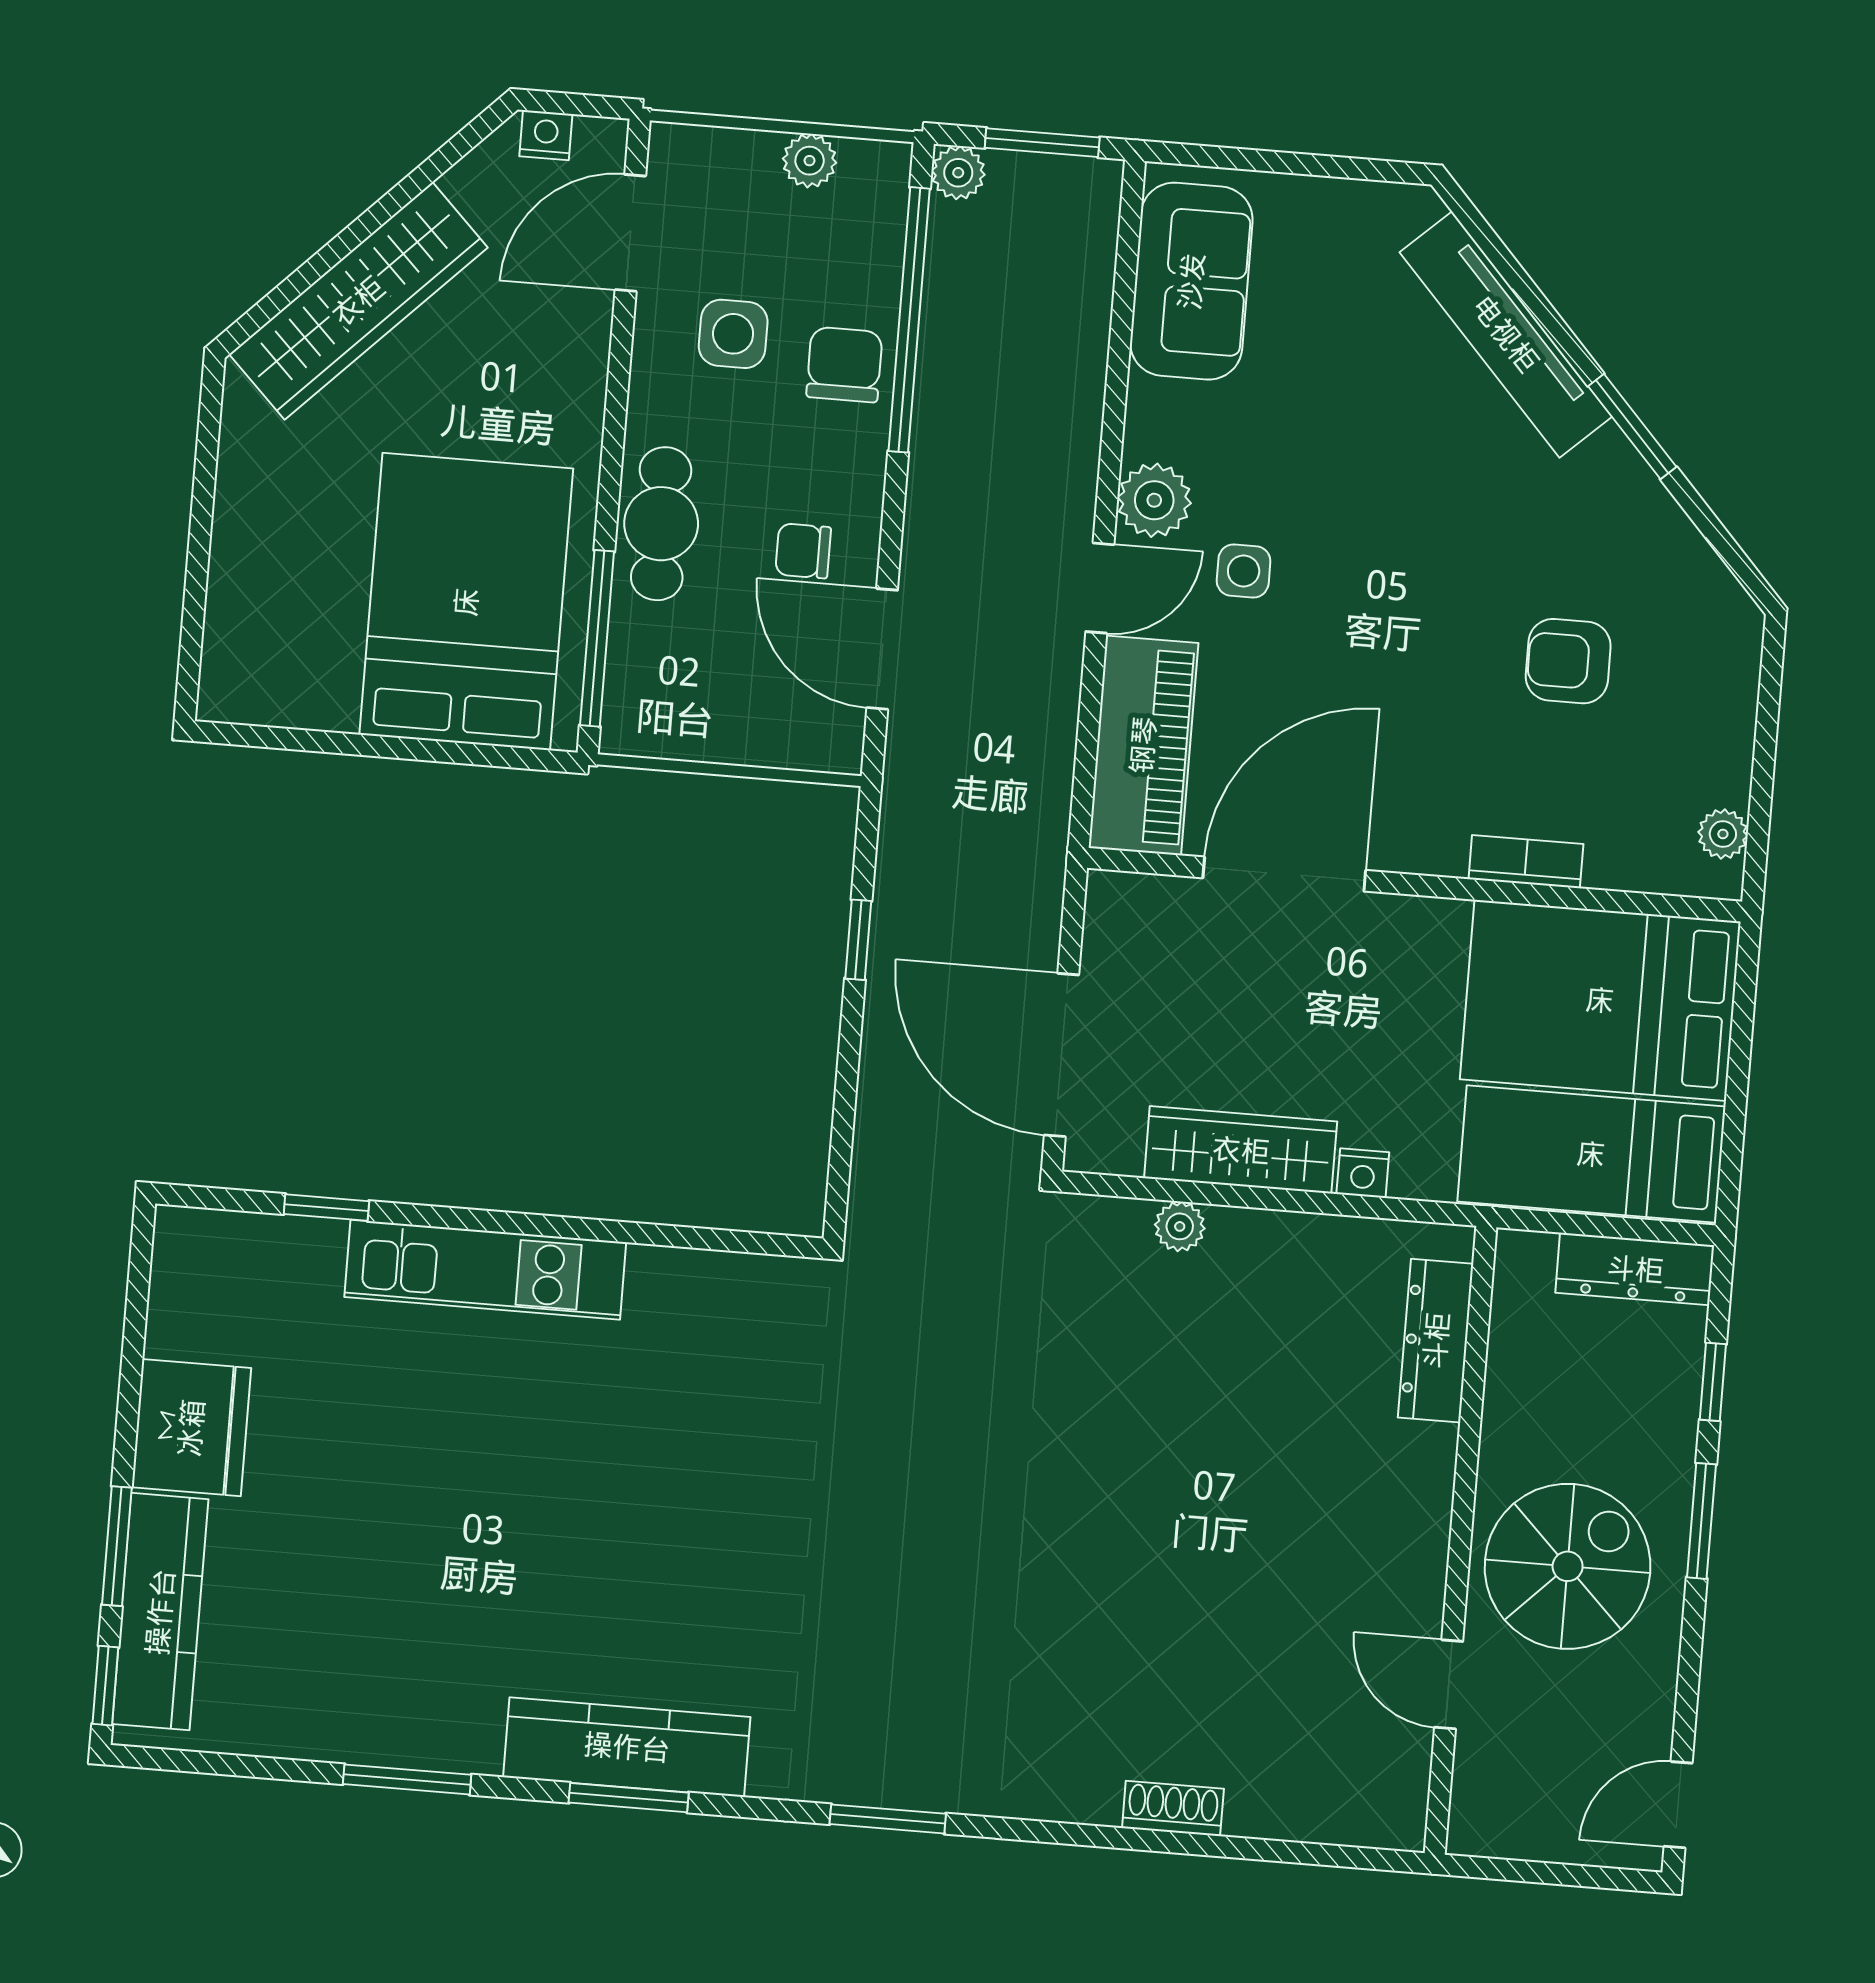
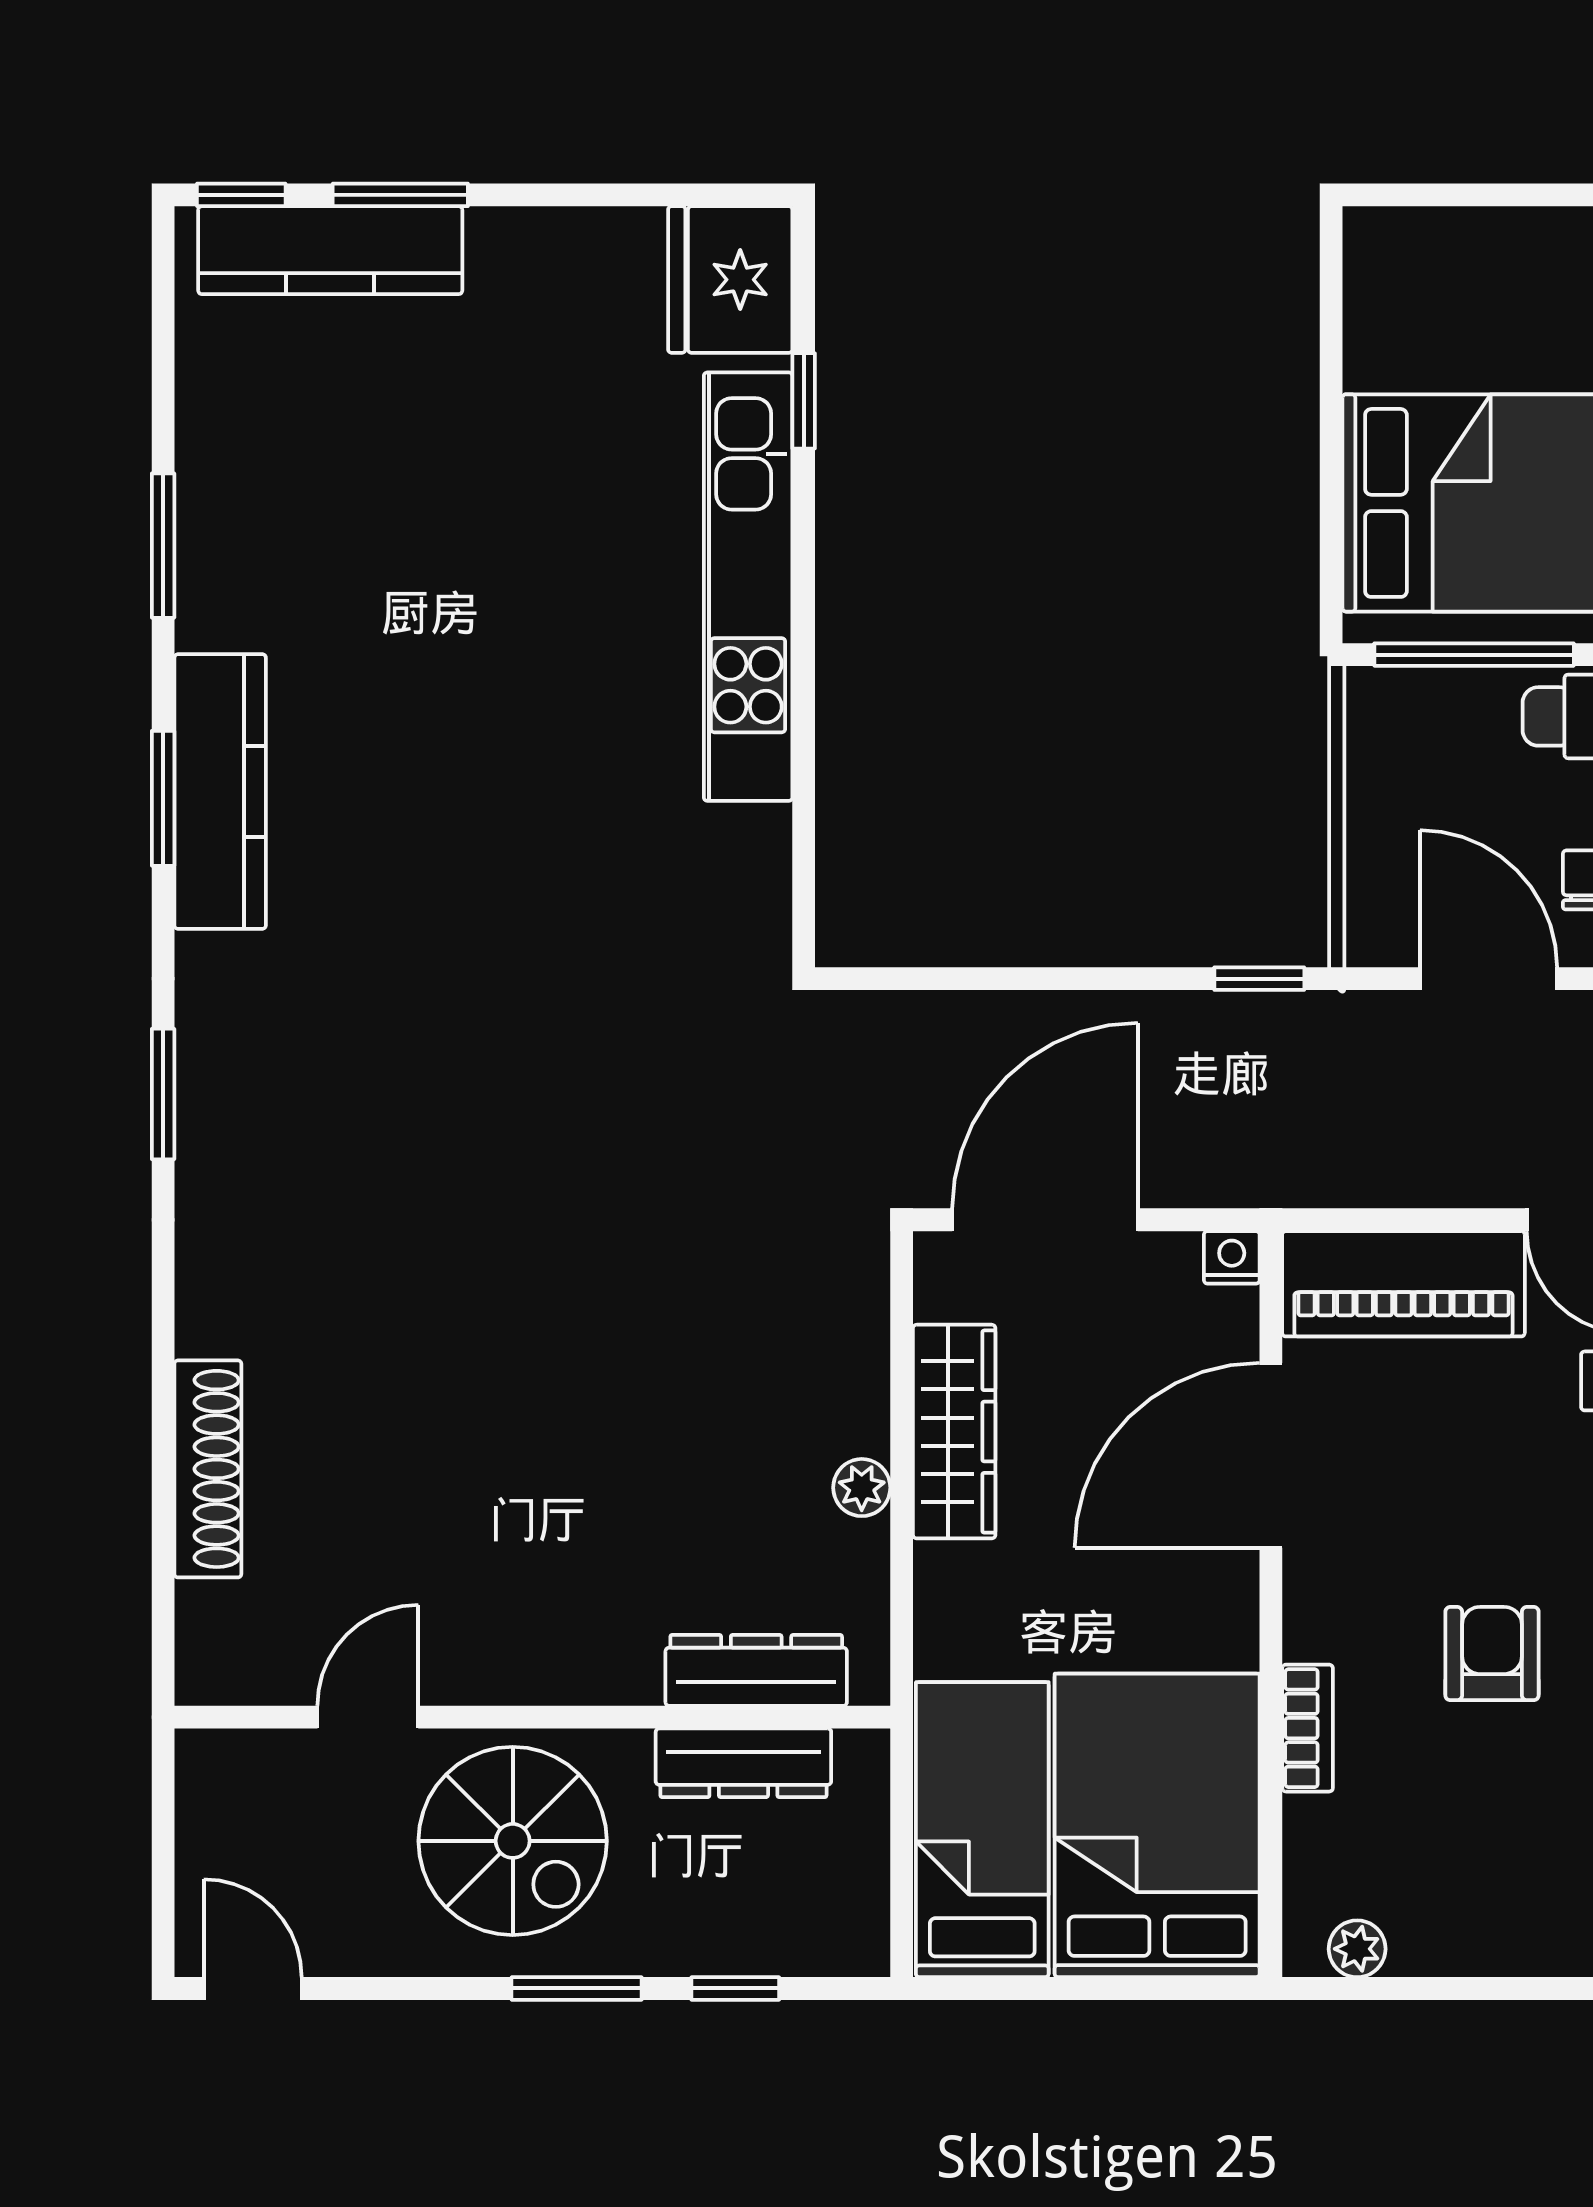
door: (882, 649) -> (1488, 979), hinge flipped
armchair: (1568, 661) -> (1492, 1654), moved
door: (1284, 874) -> (1271, 1455), swing flipped
window: (858, 940) -> (1259, 979), moved
nightstand: (1363, 1173) -> (1232, 1257), moved, turned 90
plant: (1180, 1226) -> (862, 1488), moved
dresser: (1635, 1269) -> (743, 1763), moved, turned -90
kitchen unit: (485, 1270) -> (748, 587), width x1.36
fridge: (191, 1428) -> (730, 280), moved, turned 90
shoe rack: (1173, 1808) -> (208, 1469), width x1.94, depth x1.24

